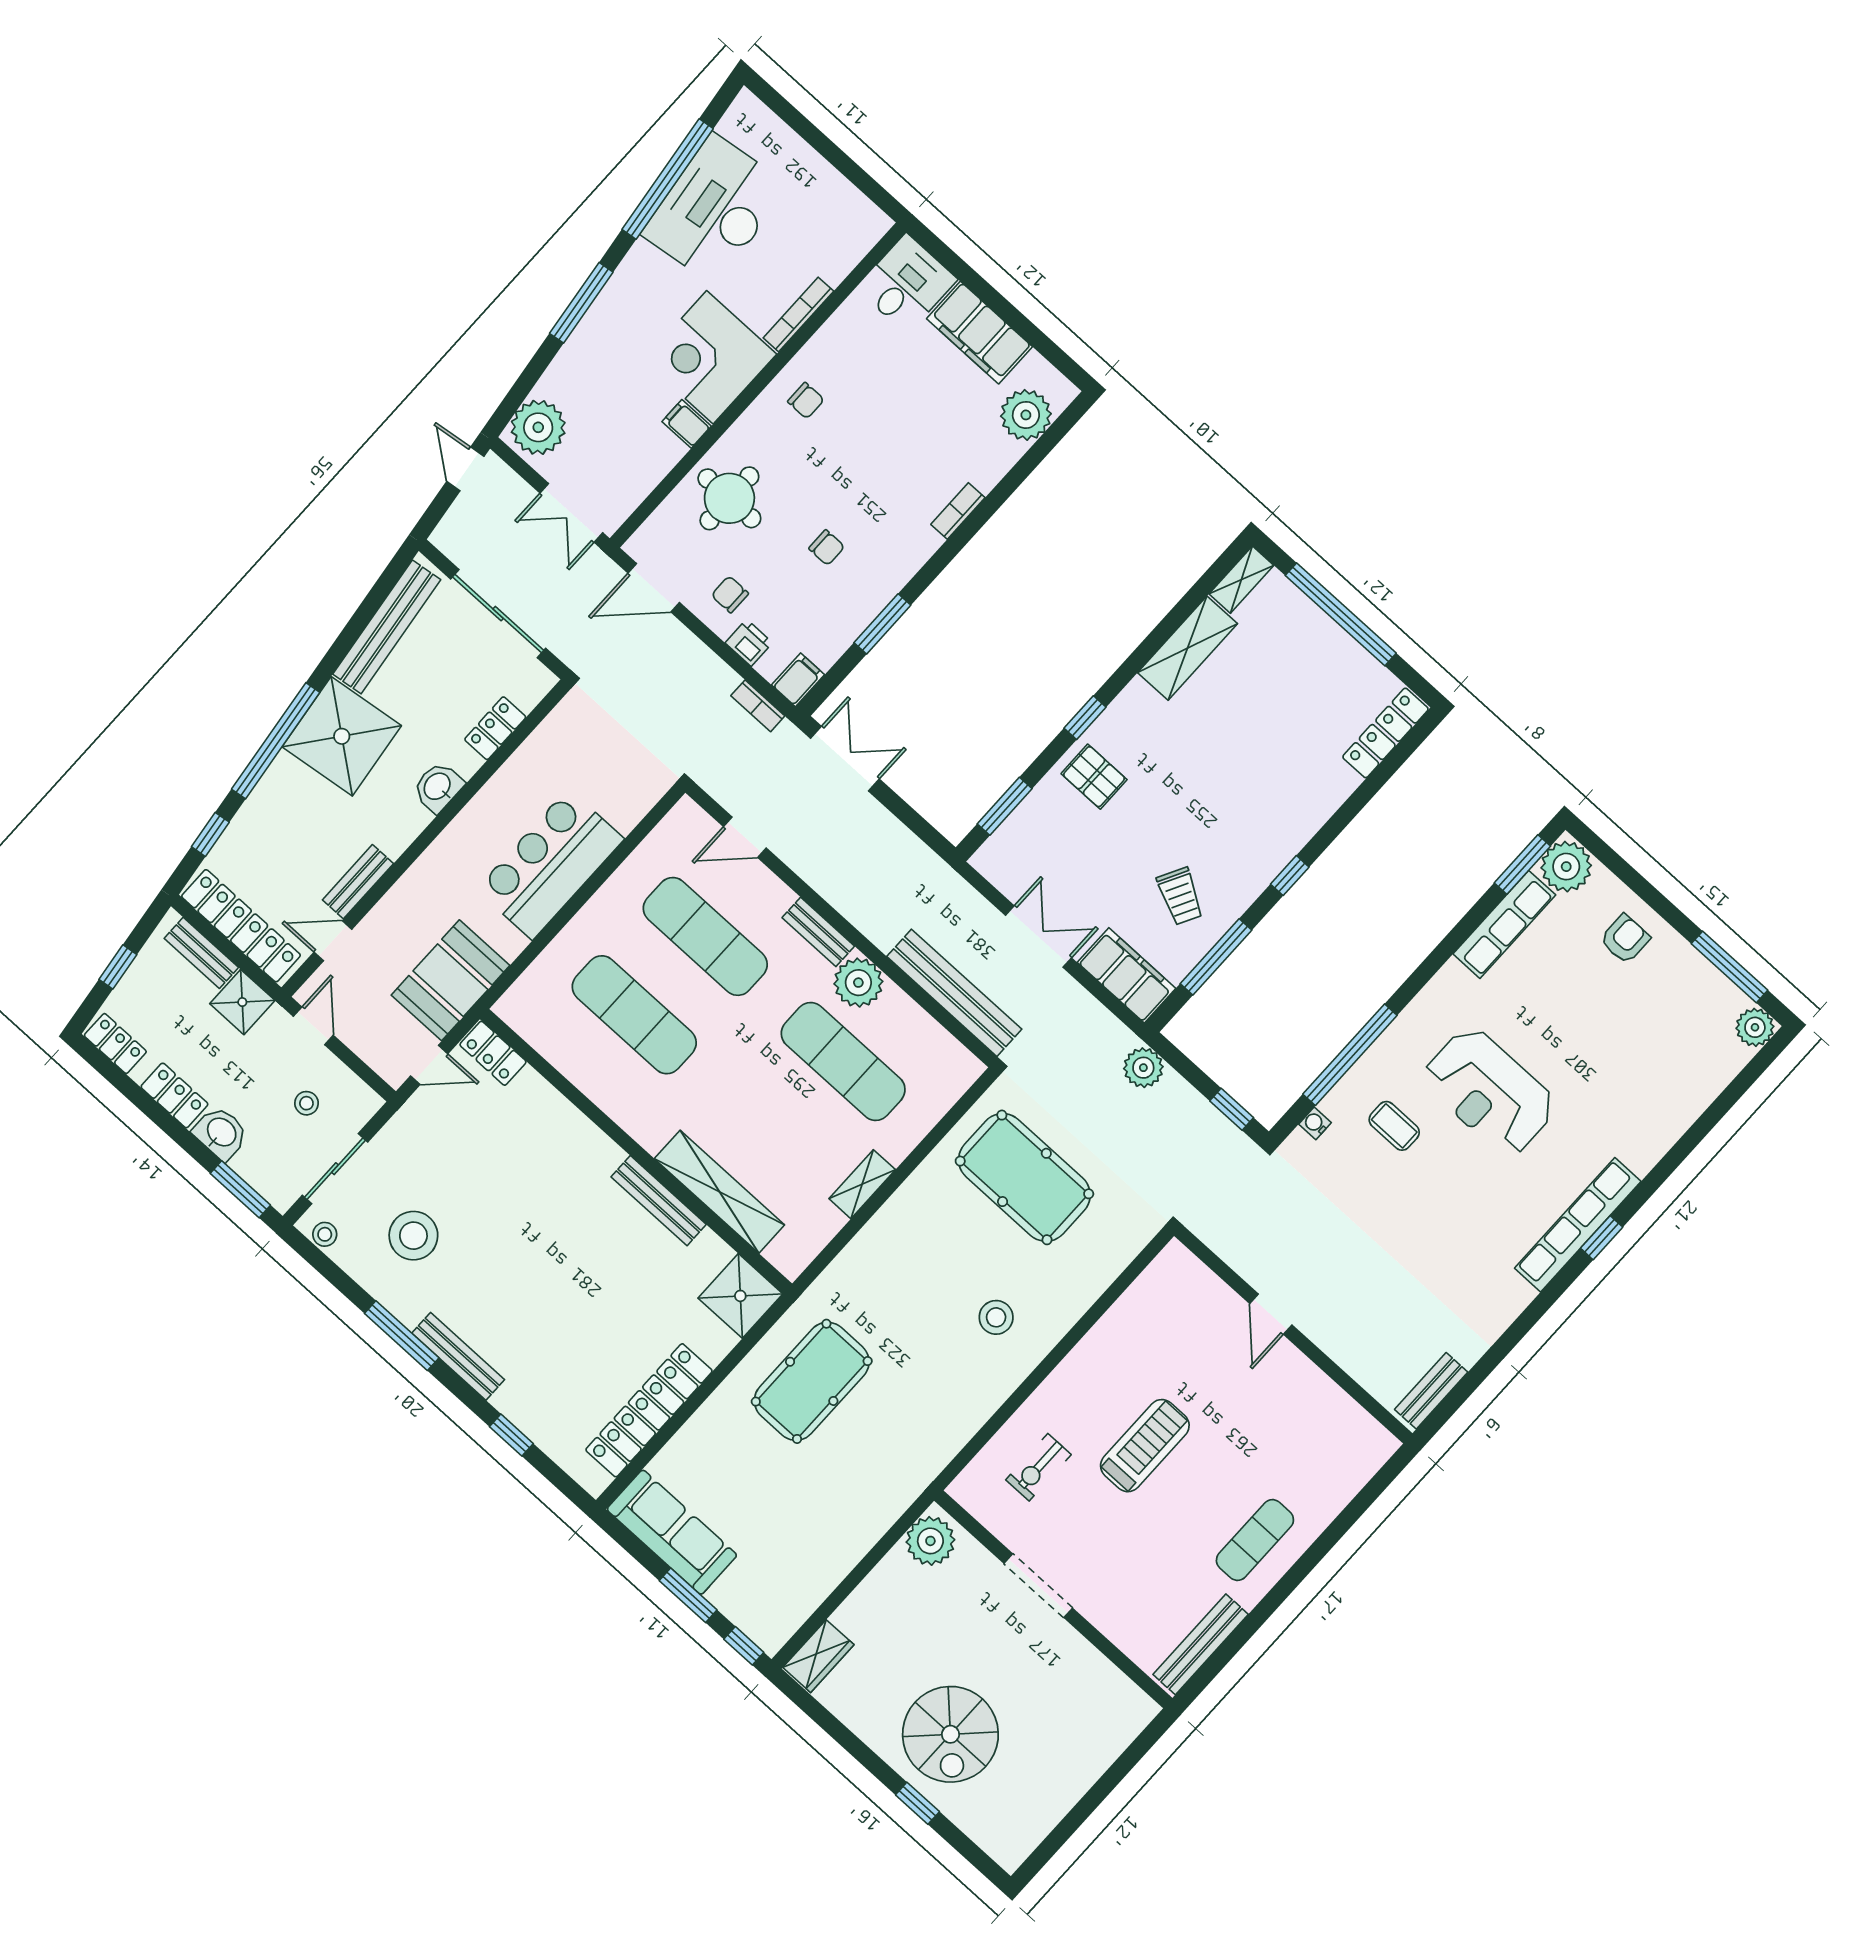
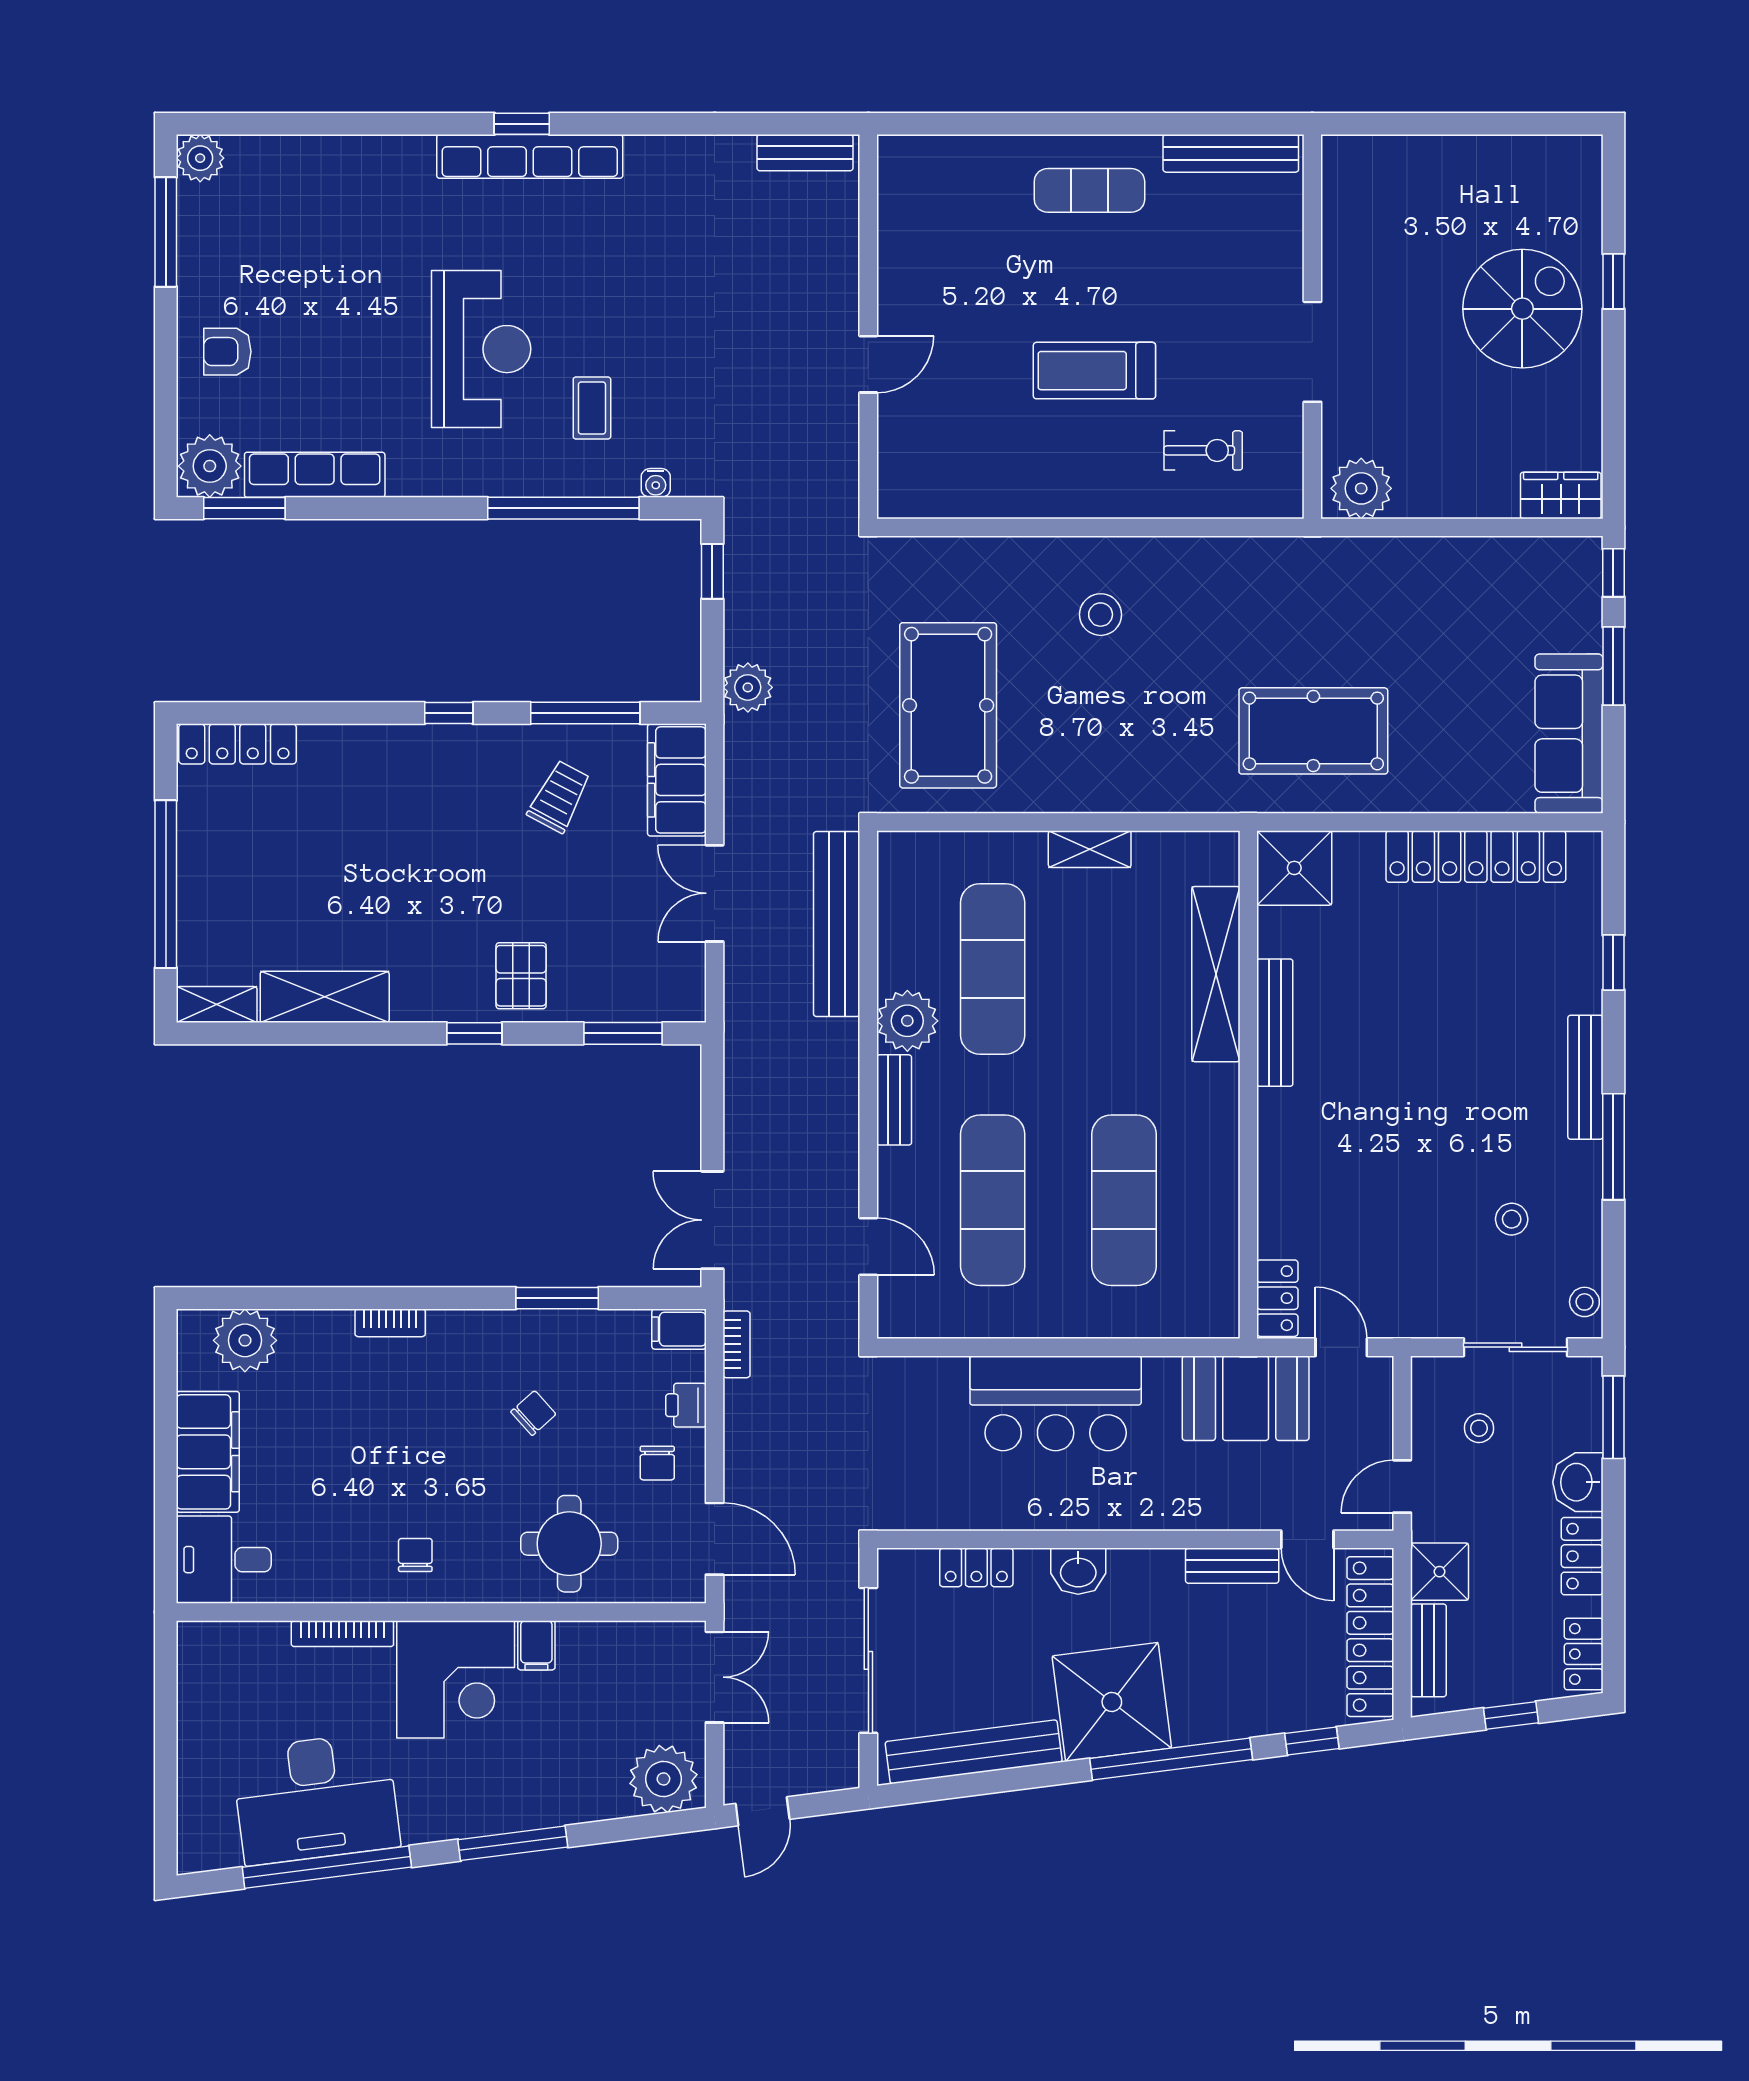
chair: (827, 548) -> (533, 1413), turned 48
stool: (413, 1236) -> (1512, 1219), width x0.53, depth x0.53

